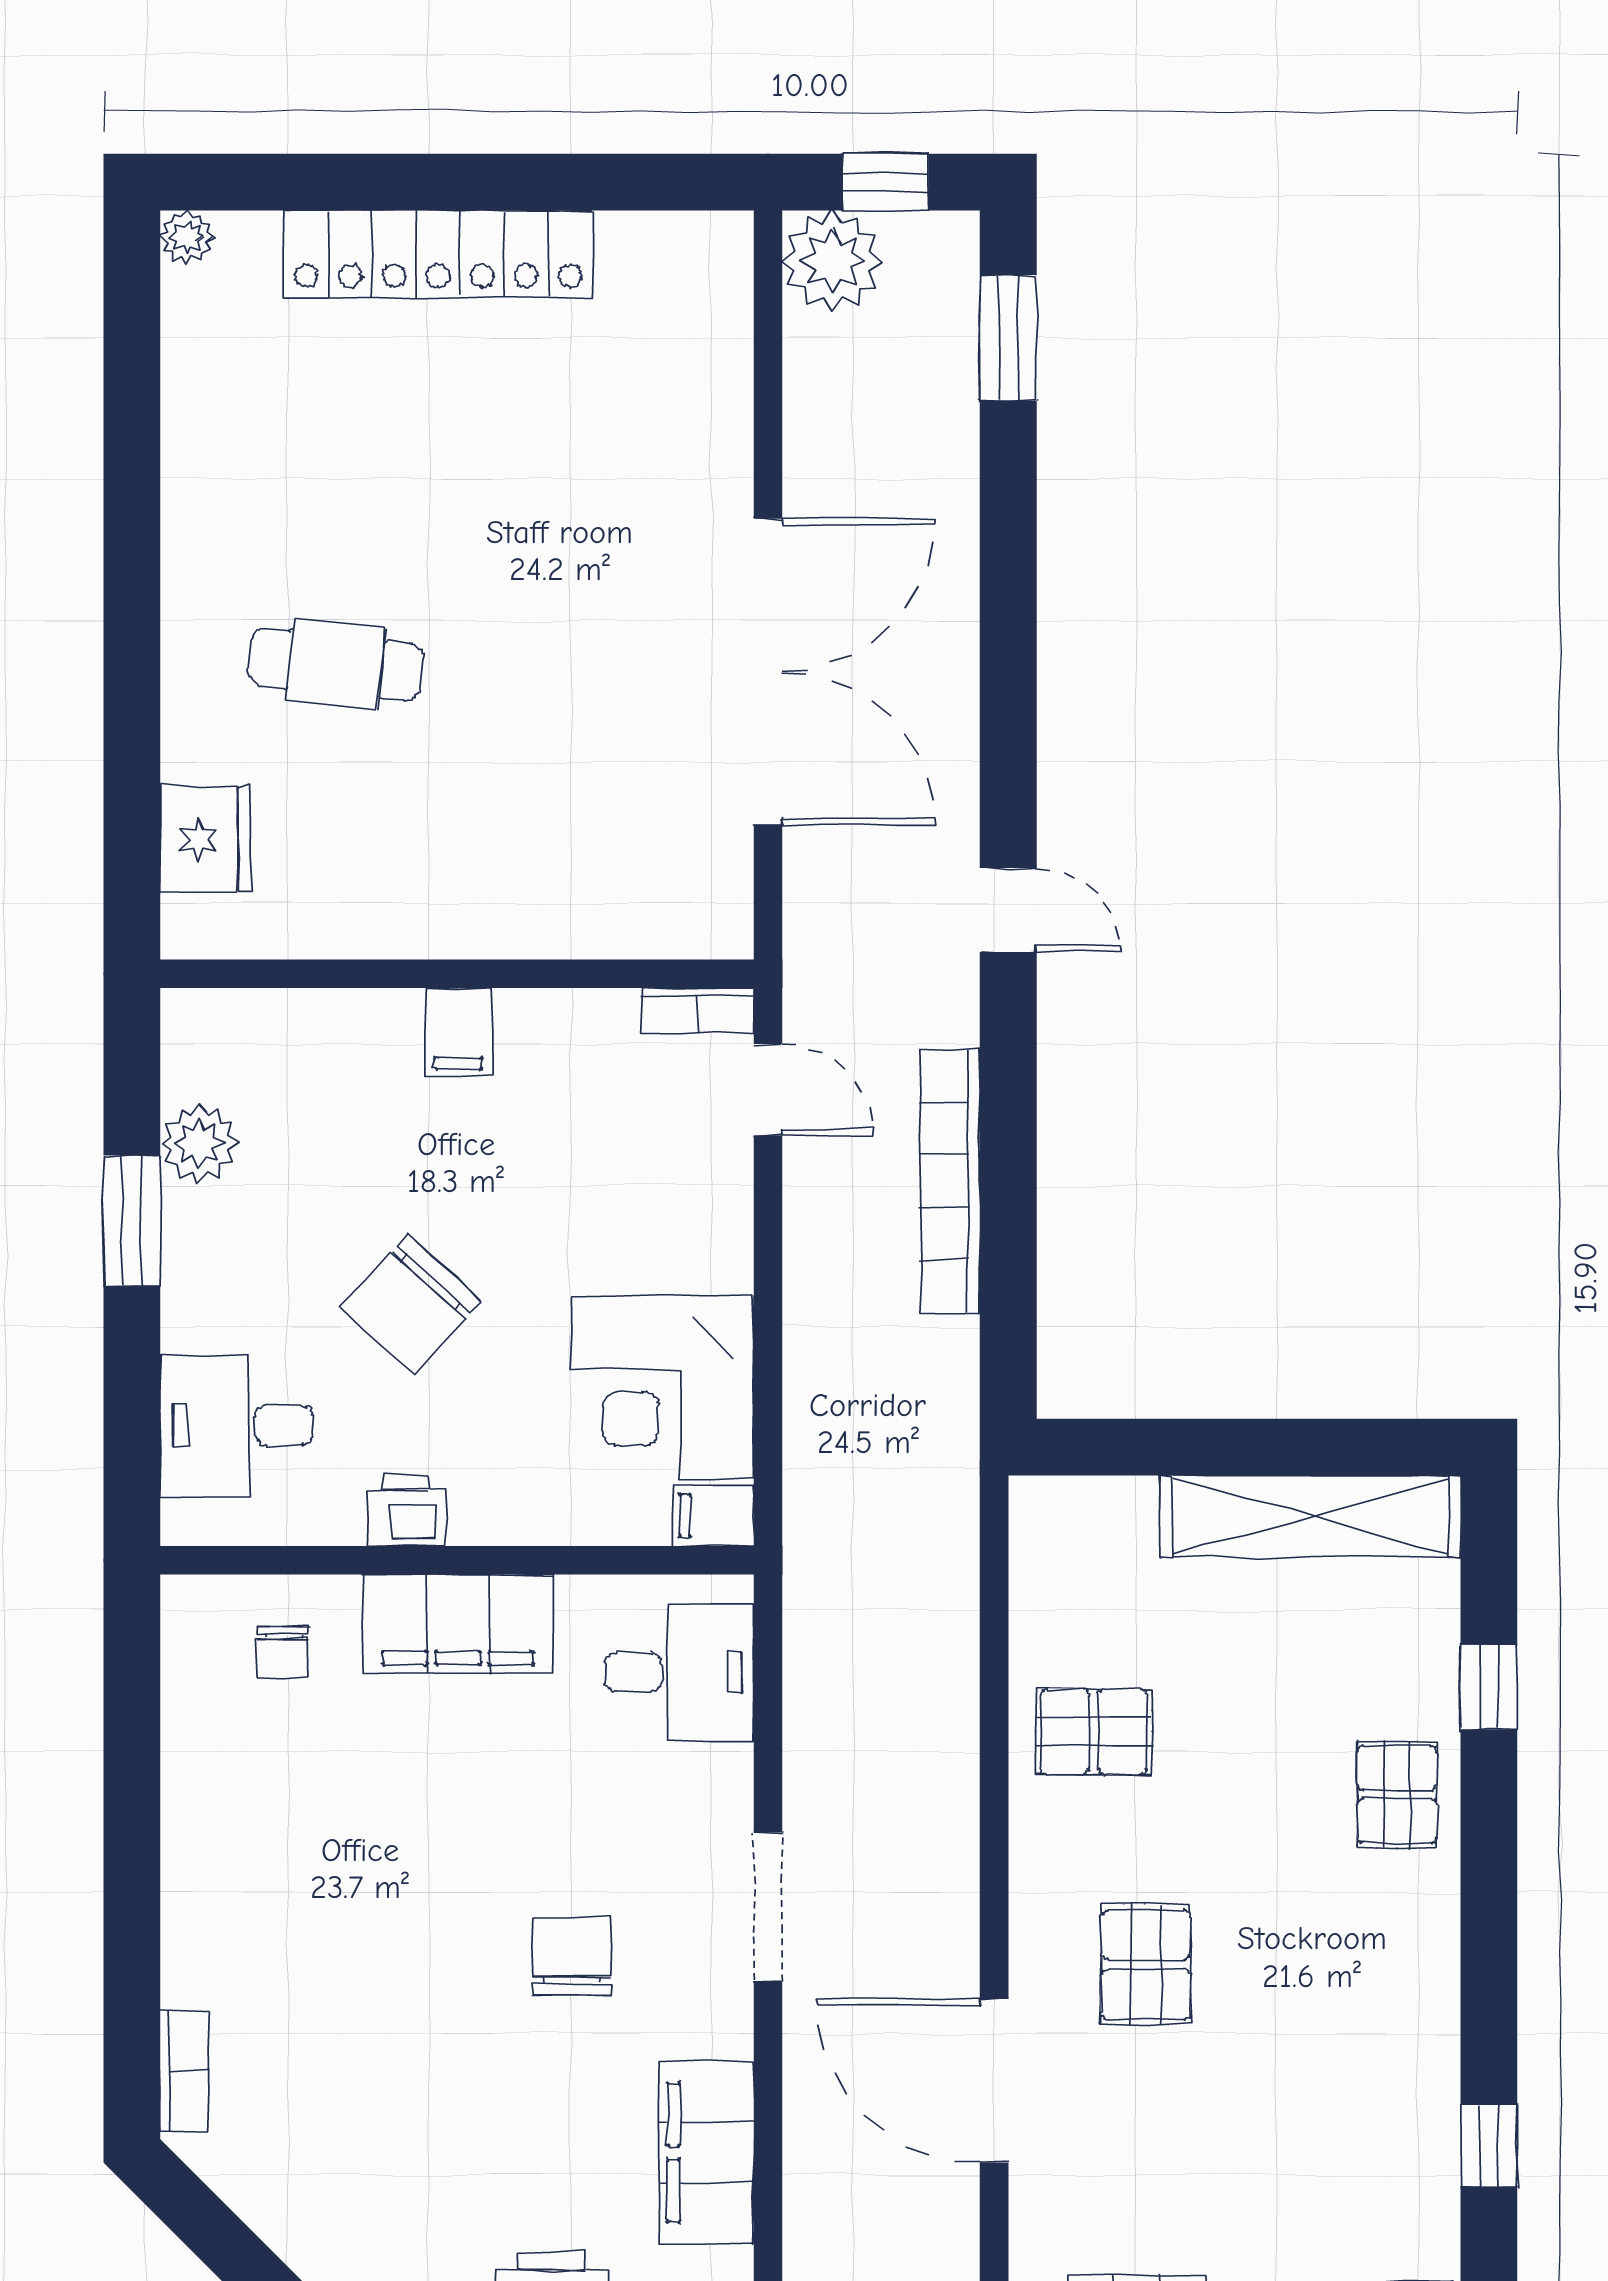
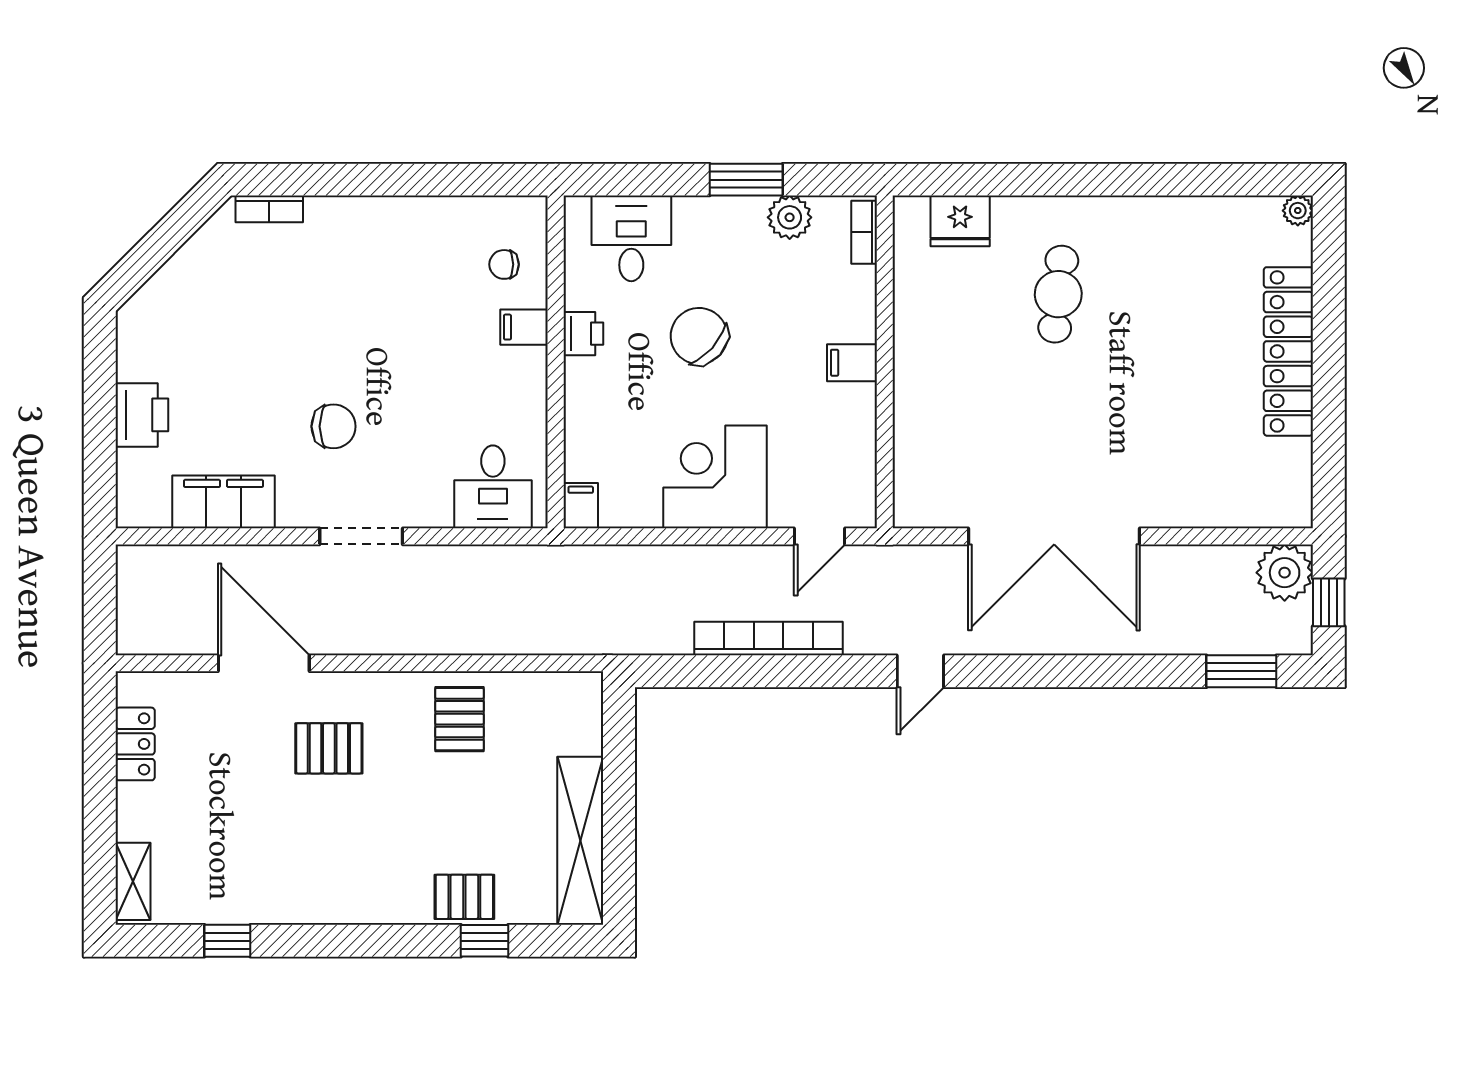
bookcase: (698, 1010) -> (864, 232), moved
corner desk: (662, 1388) -> (715, 477), moved
filing cabinet: (458, 1624) -> (524, 327), width x0.33, depth x0.86
pallet: (1397, 1794) -> (464, 897), moved
door: (994, 2081) -> (264, 663), hinge flipped

